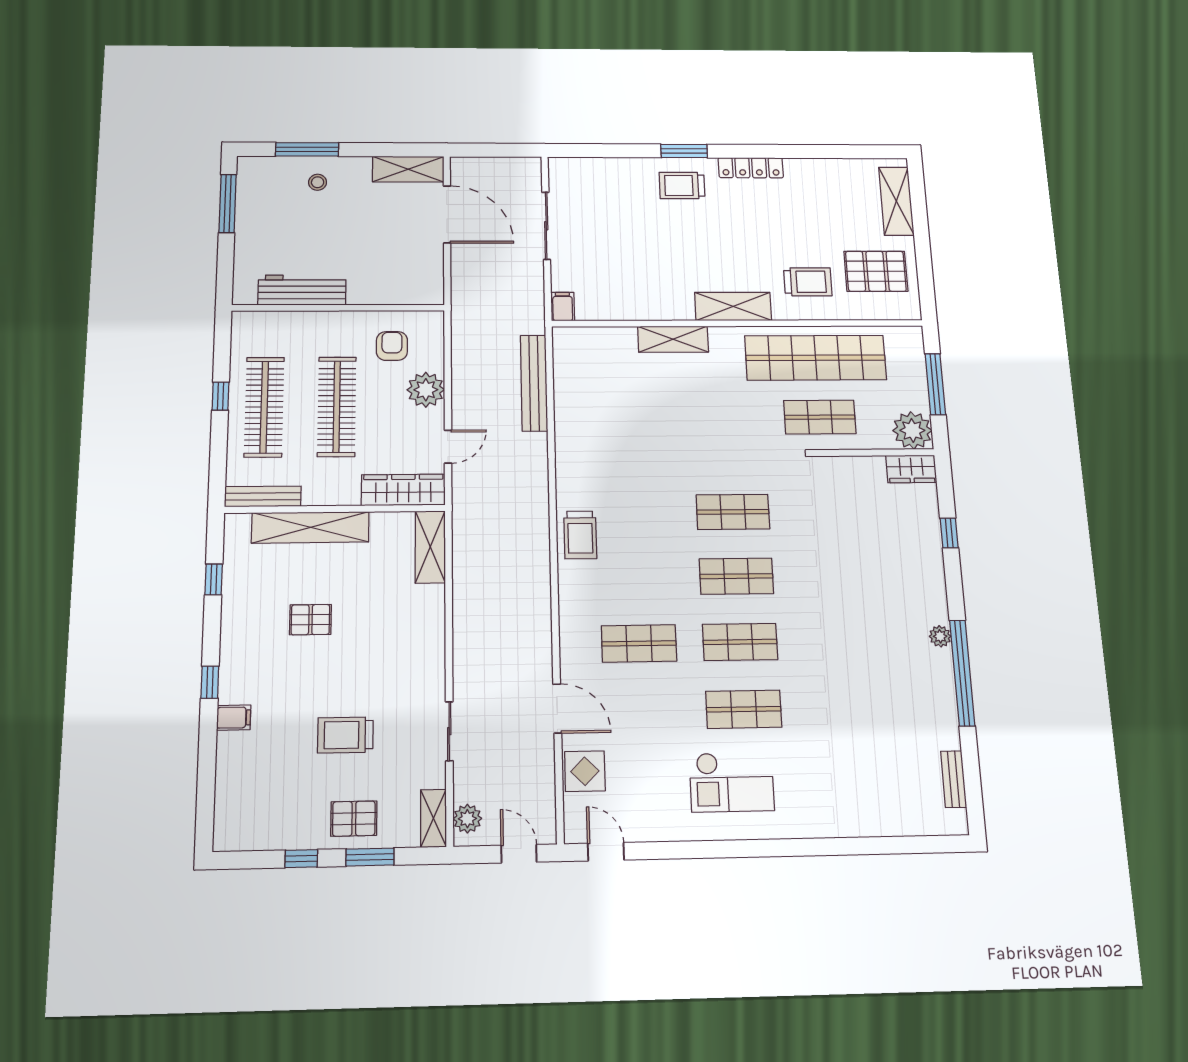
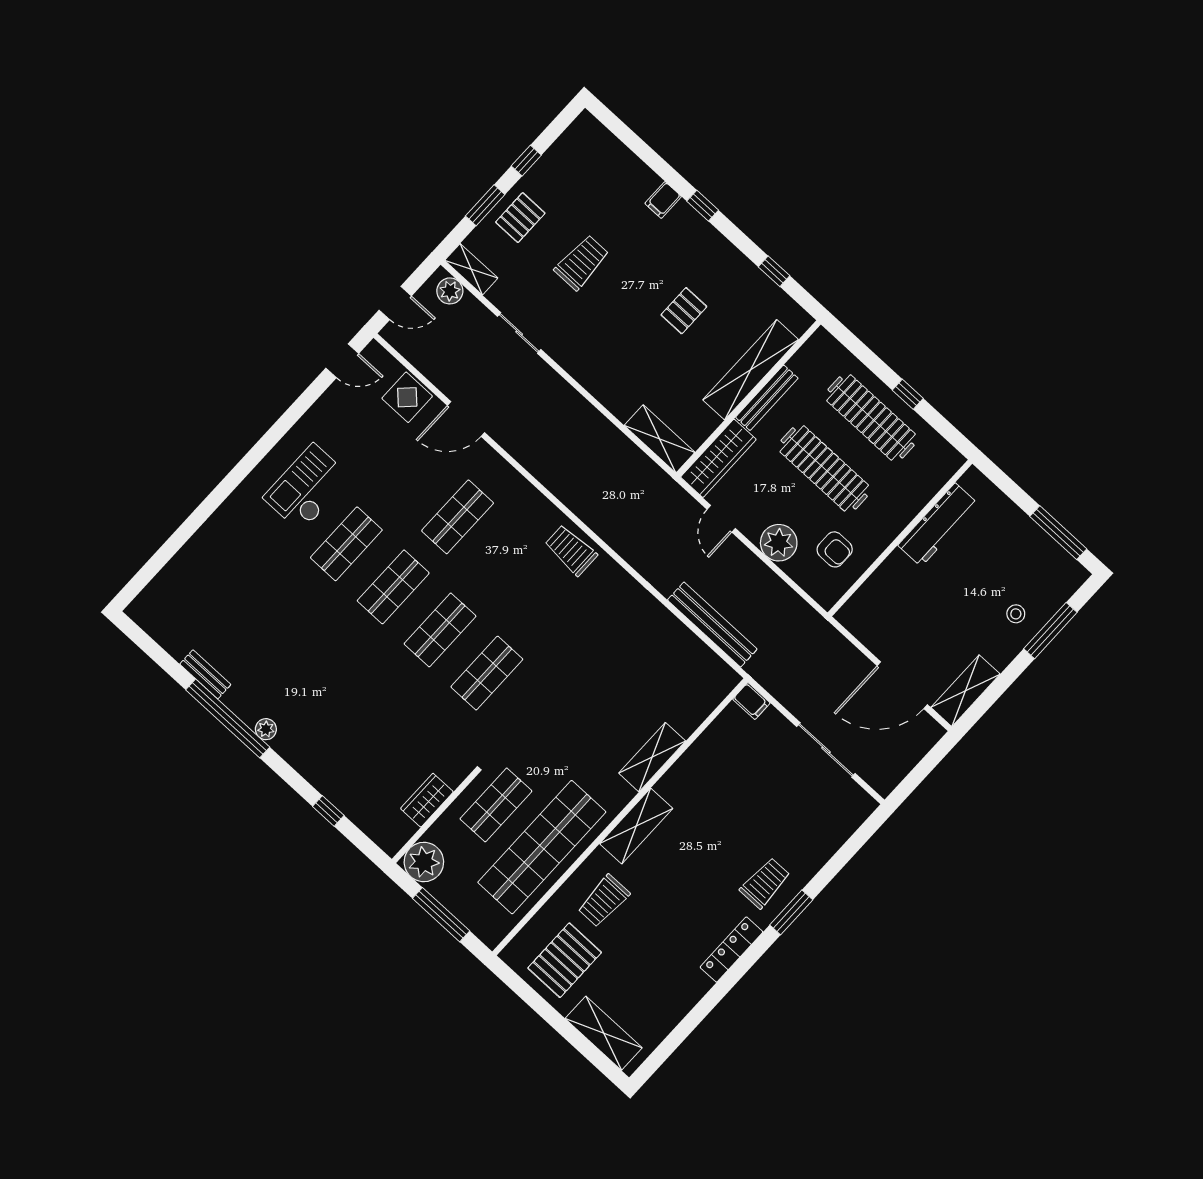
wardrobe: (911, 469) -> (427, 800), moved
bench: (263, 496) -> (767, 398), moved
bench: (954, 779) -> (205, 674), moved

